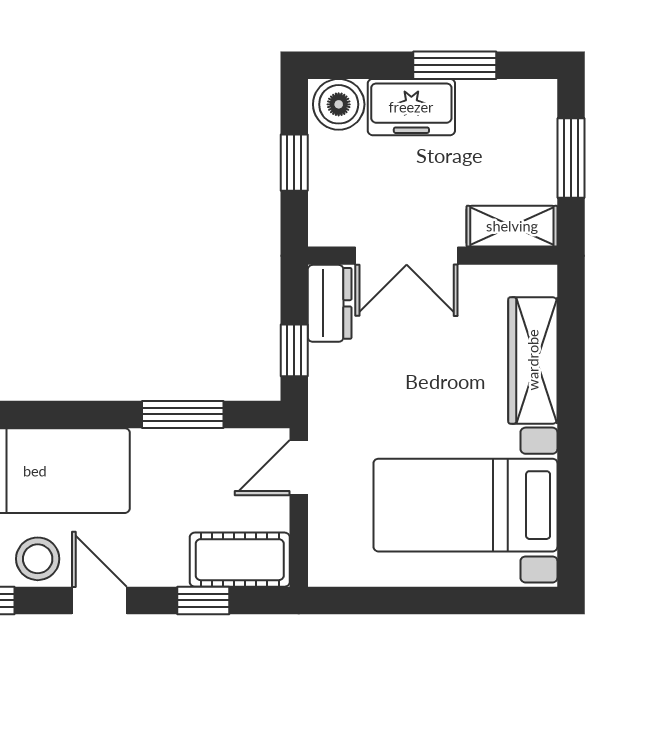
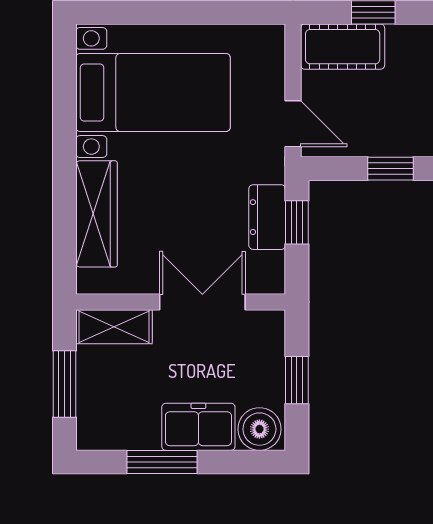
dresser: (330, 303) -> (267, 217), moved
window: (183, 414) -> (391, 169), width x0.67
door: (299, 468) -> (293, 124), hinge flipped

